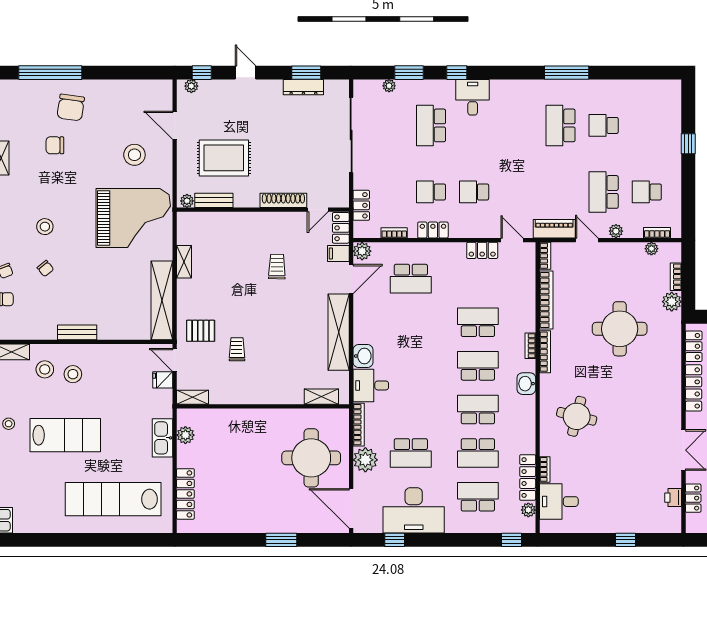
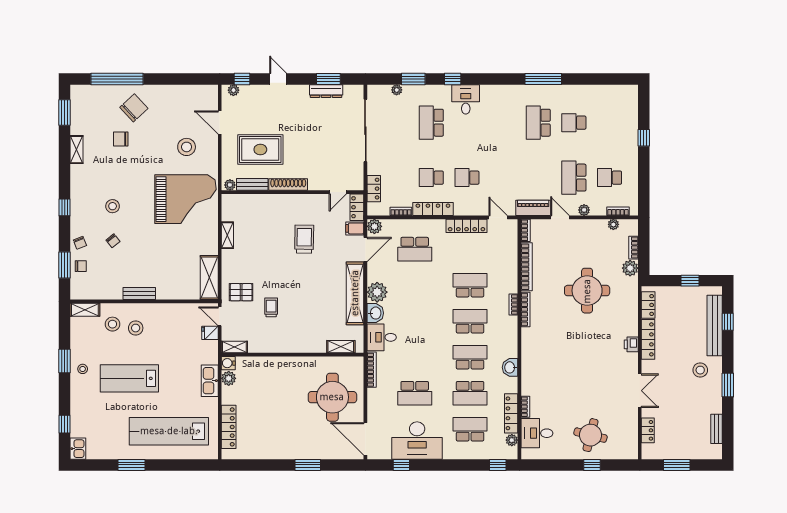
chair: (71, 107) -> (134, 108), turned -141
shoe rack: (283, 200) -> (288, 185), moved
locker: (433, 230) -> (433, 209), width x1.53
locker: (482, 250) -> (467, 226), width x1.53
trolley: (277, 267) -> (304, 239), width x1.36, depth x1.39
shelving: (162, 300) -> (209, 277), width x0.68
washbasin: (526, 384) -> (510, 367), moved
round table: (577, 416) -> (590, 435), moved
water cooler: (185, 417) -> (228, 363), added
lab bench: (65, 435) -> (129, 378), turned 180
plant: (365, 460) -> (377, 292), moved
printer: (673, 498) -> (631, 344), moved
window: (68, 540) -> (132, 465), added

